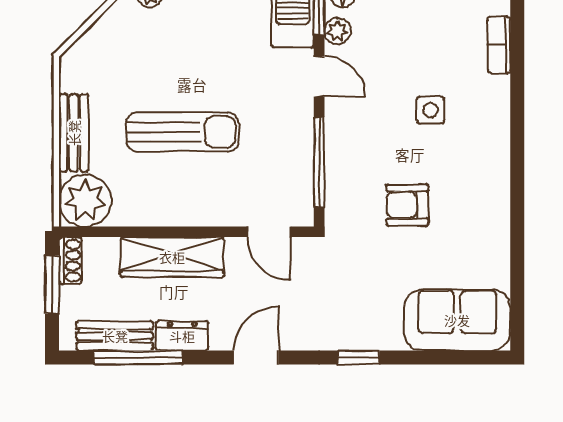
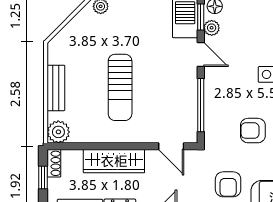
sun lounger: (182, 132) -> (120, 87), turned 90
plant: (85, 200) -> (58, 132), width x0.73, depth x0.73
window: (52, 285) -> (43, 178), width x0.67
armchair: (365, 296) -> (228, 184), added

